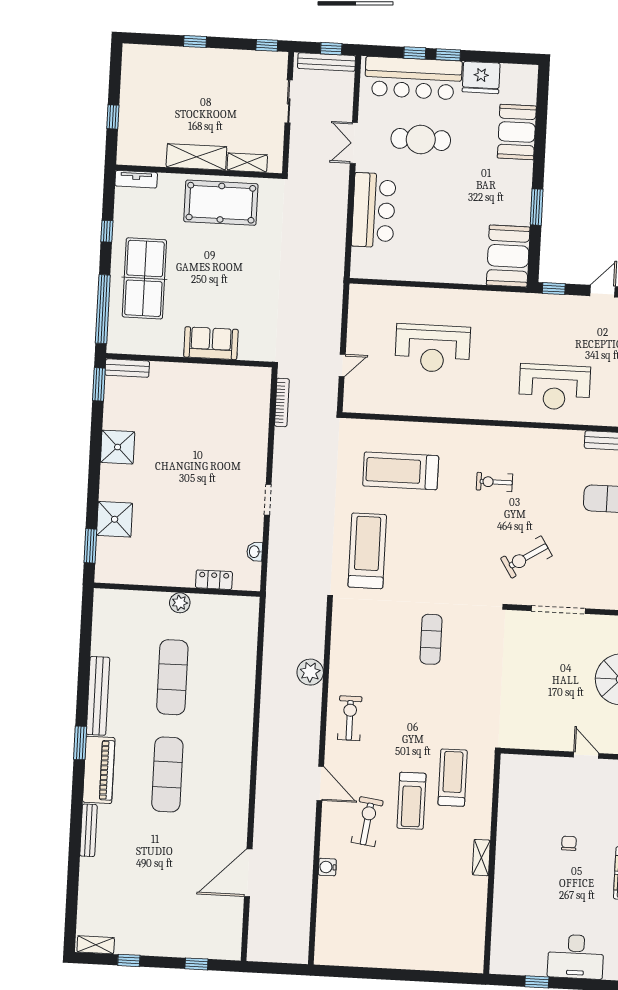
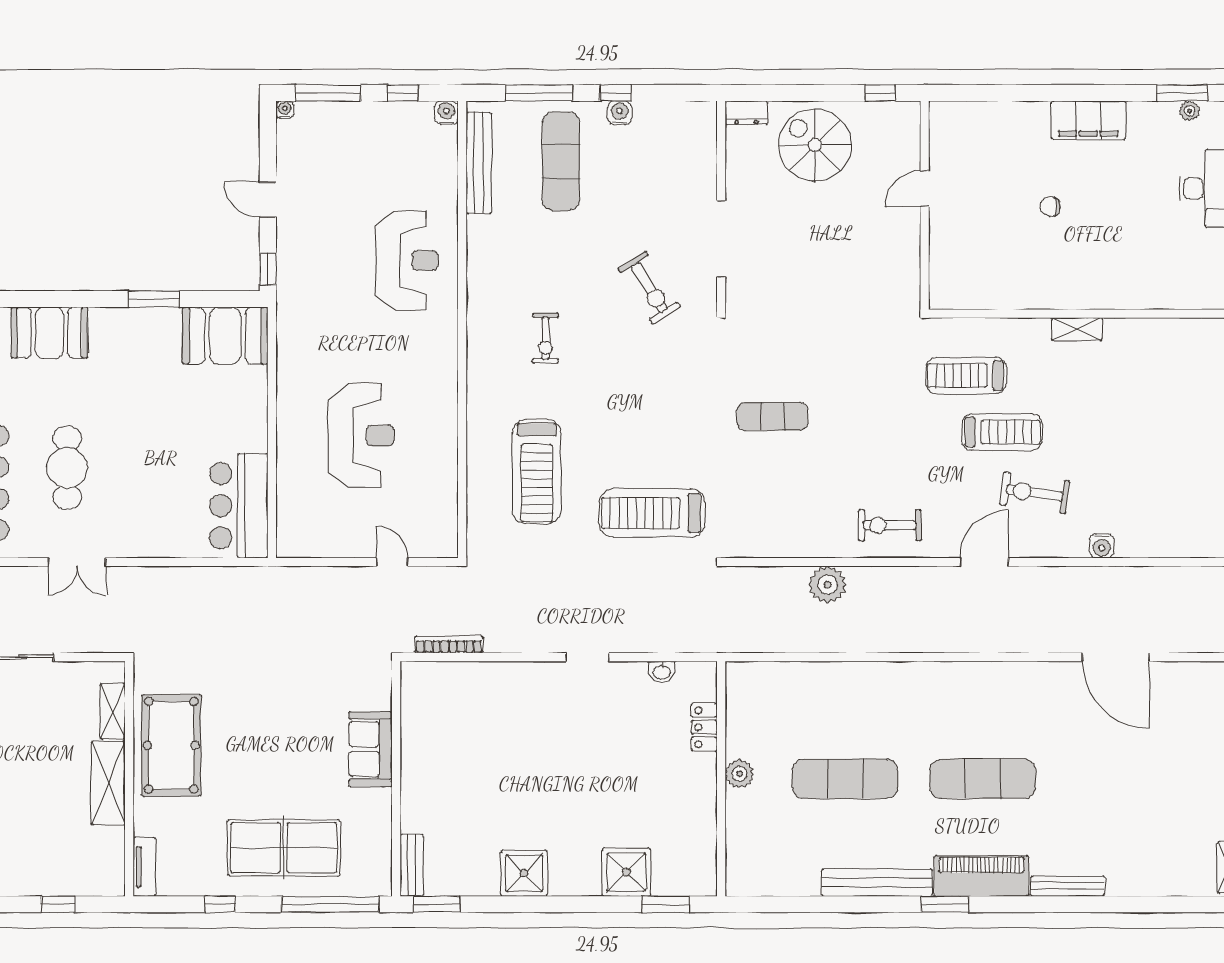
bar counter: (374, 210) -> (239, 506), moved, turned -90

